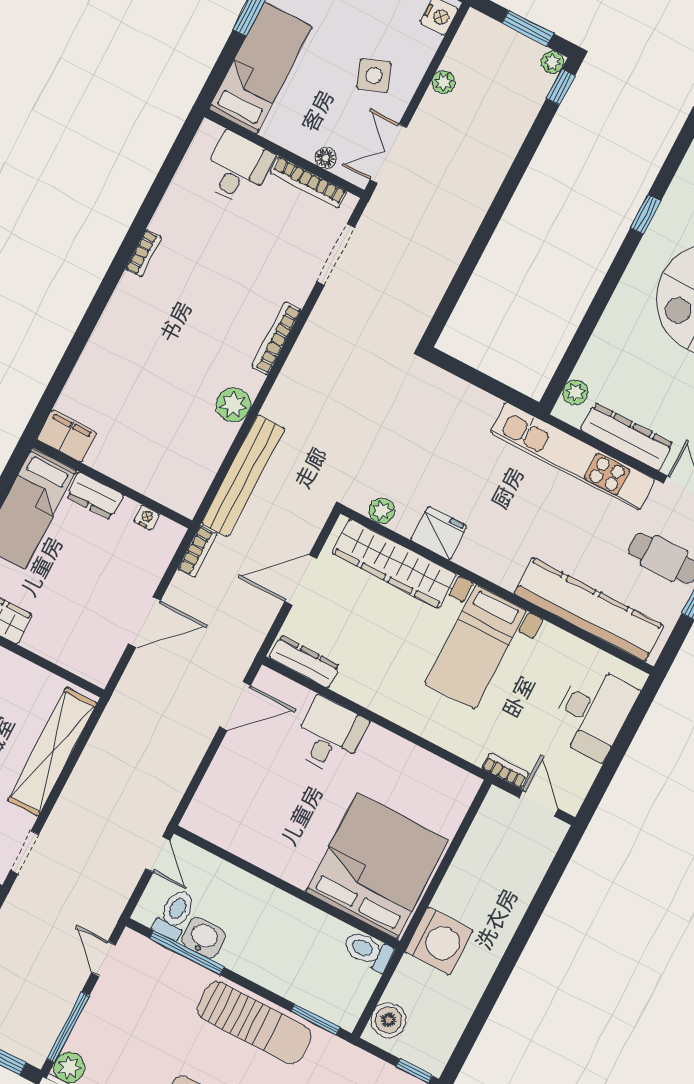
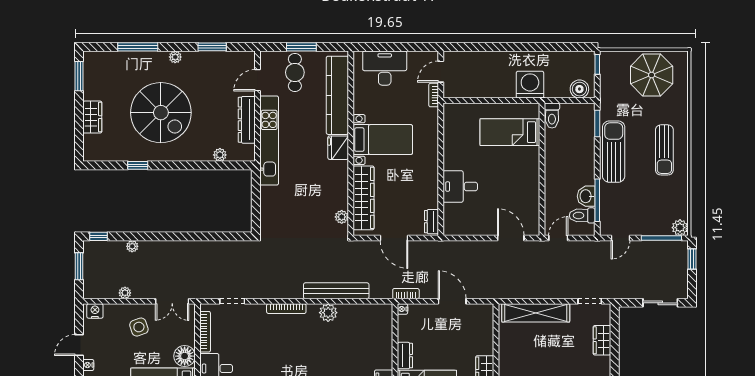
plant: (553, 62) -> (132, 246), moved
floor lamp: (326, 158) -> (185, 356), moved, width x1.89, depth x1.89
doorway: (336, 254) -> (232, 301), width x0.73
plant: (575, 392) -> (220, 155), moved
bench: (243, 475) -> (336, 291), moved
nightstand: (147, 518) -> (402, 309), moved
fridge: (439, 533) -> (338, 148), moved
dresser: (305, 662) -> (431, 222), width x0.70
door: (235, 706) -> (511, 238), moved
bed: (377, 866) -> (510, 132), width x0.49

